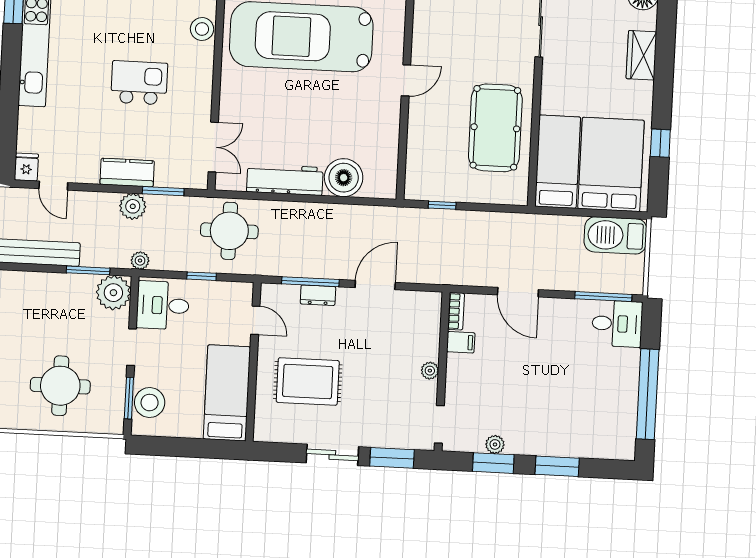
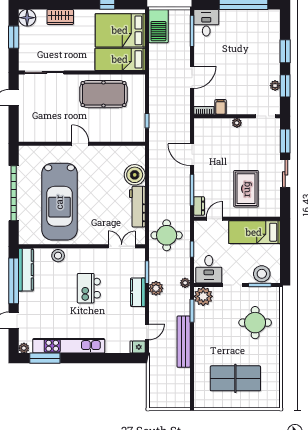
dresser: (318, 295) -> (199, 206), moved

